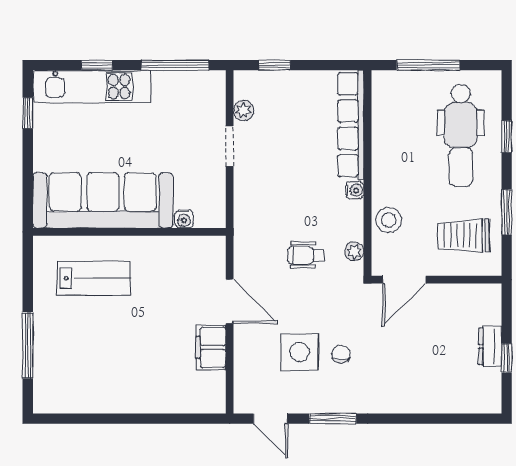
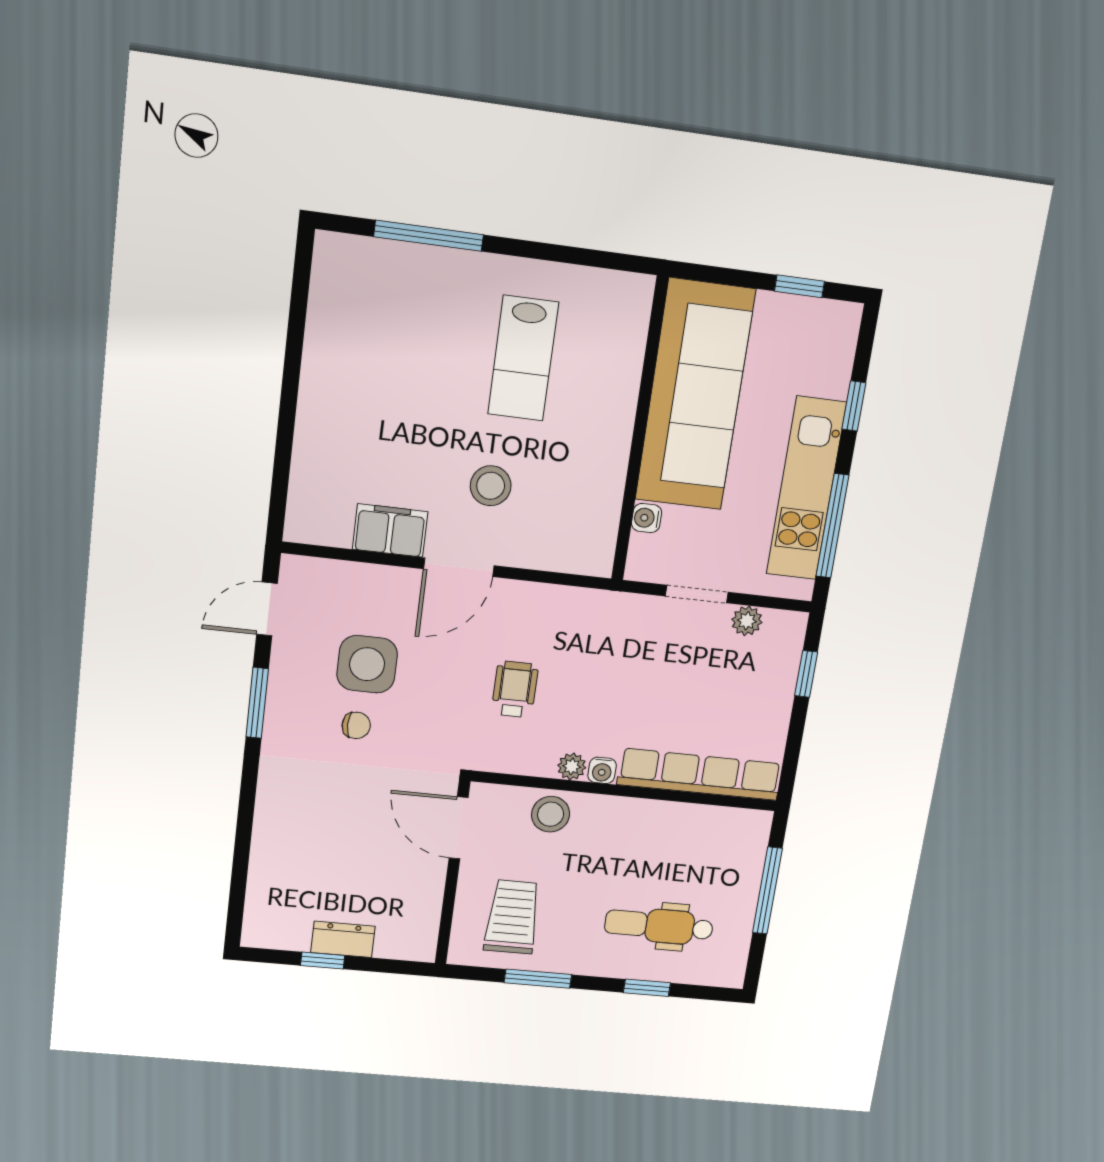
kitchen unit: (92, 87) -> (806, 489), moved
dental chair: (461, 135) -> (659, 926), width x0.73, depth x0.72
sofa: (103, 200) -> (695, 395), moved
water cooler: (184, 219) -> (647, 518), moved
wall: (129, 232) -> (640, 431), moved
plant: (354, 251) -> (572, 766), moved
stool: (175, 288) -> (491, 486), added

